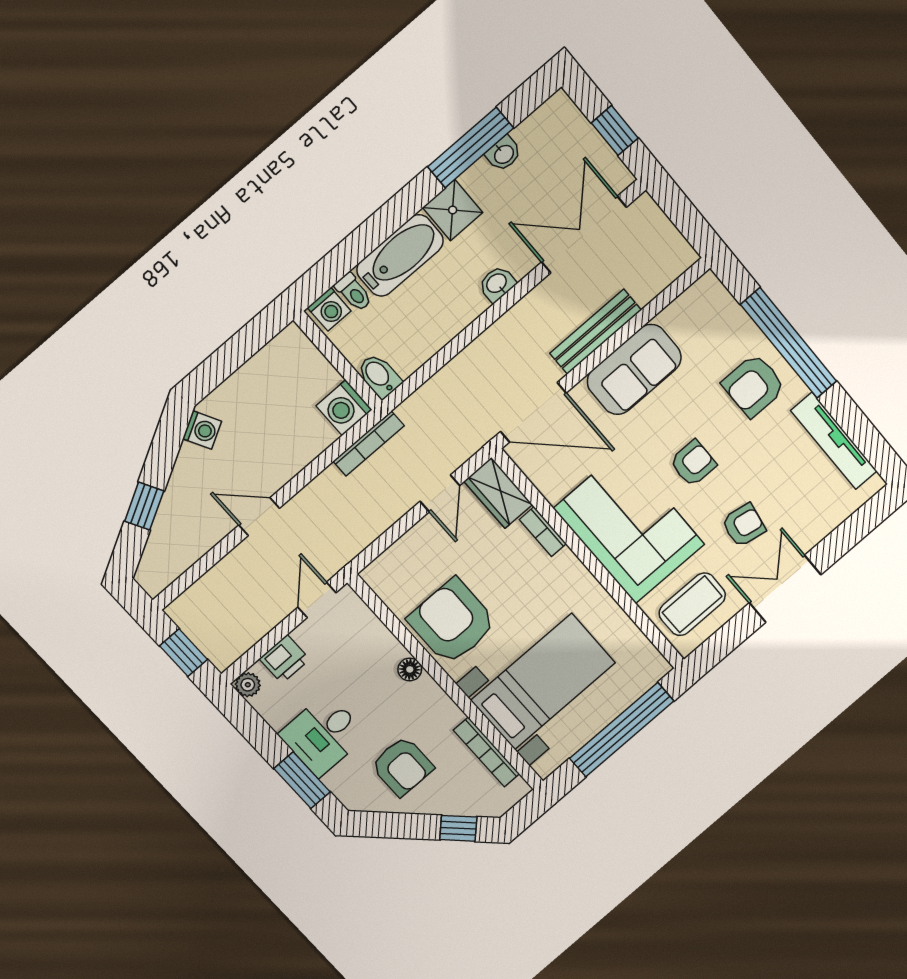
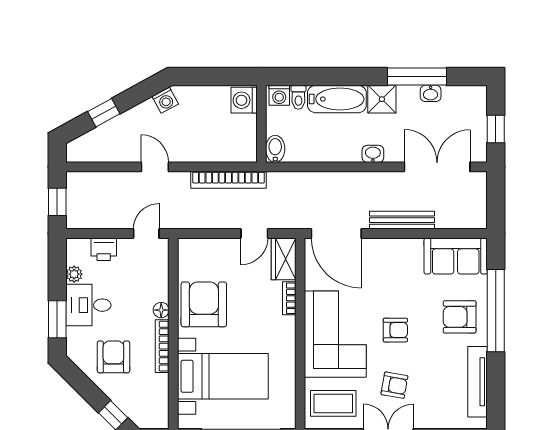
sofa: (634, 369) -> (456, 256), moved
washing machine: (344, 408) -> (244, 100), moved
bookcase: (369, 443) -> (229, 180), width x1.48, depth x1.31
plant: (248, 685) -> (74, 274), moved
bookcase: (486, 752) -> (162, 346), moved
armchair: (402, 766) -> (113, 357), turned 180

